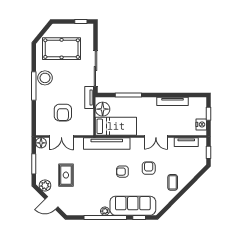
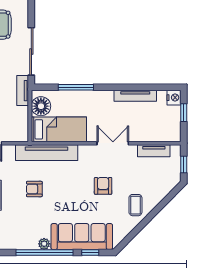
nightstand: (201, 124) -> (174, 98), moved
double door: (156, 137) -> (113, 143), swing flipped
armchair: (122, 172) -> (34, 189), moved

